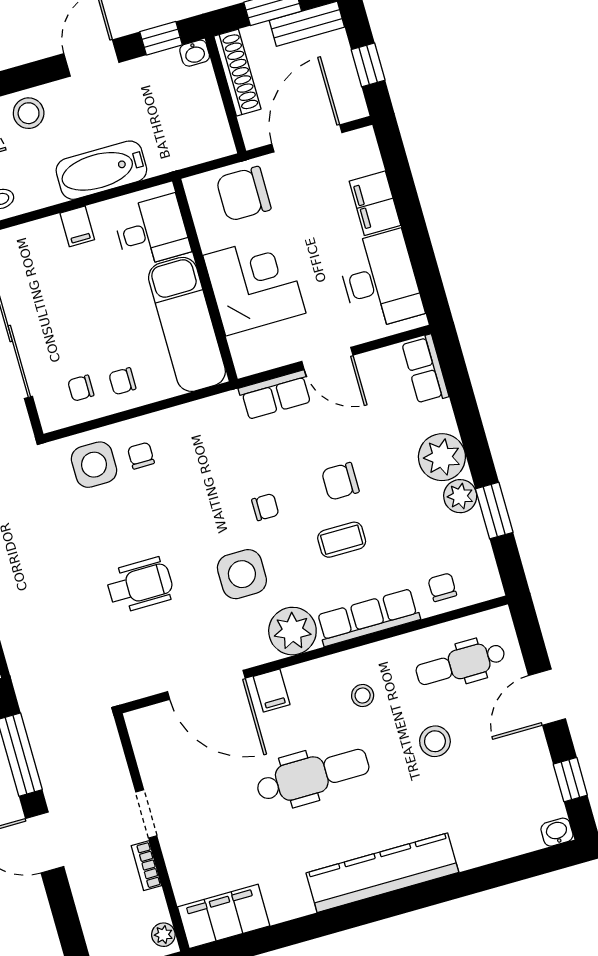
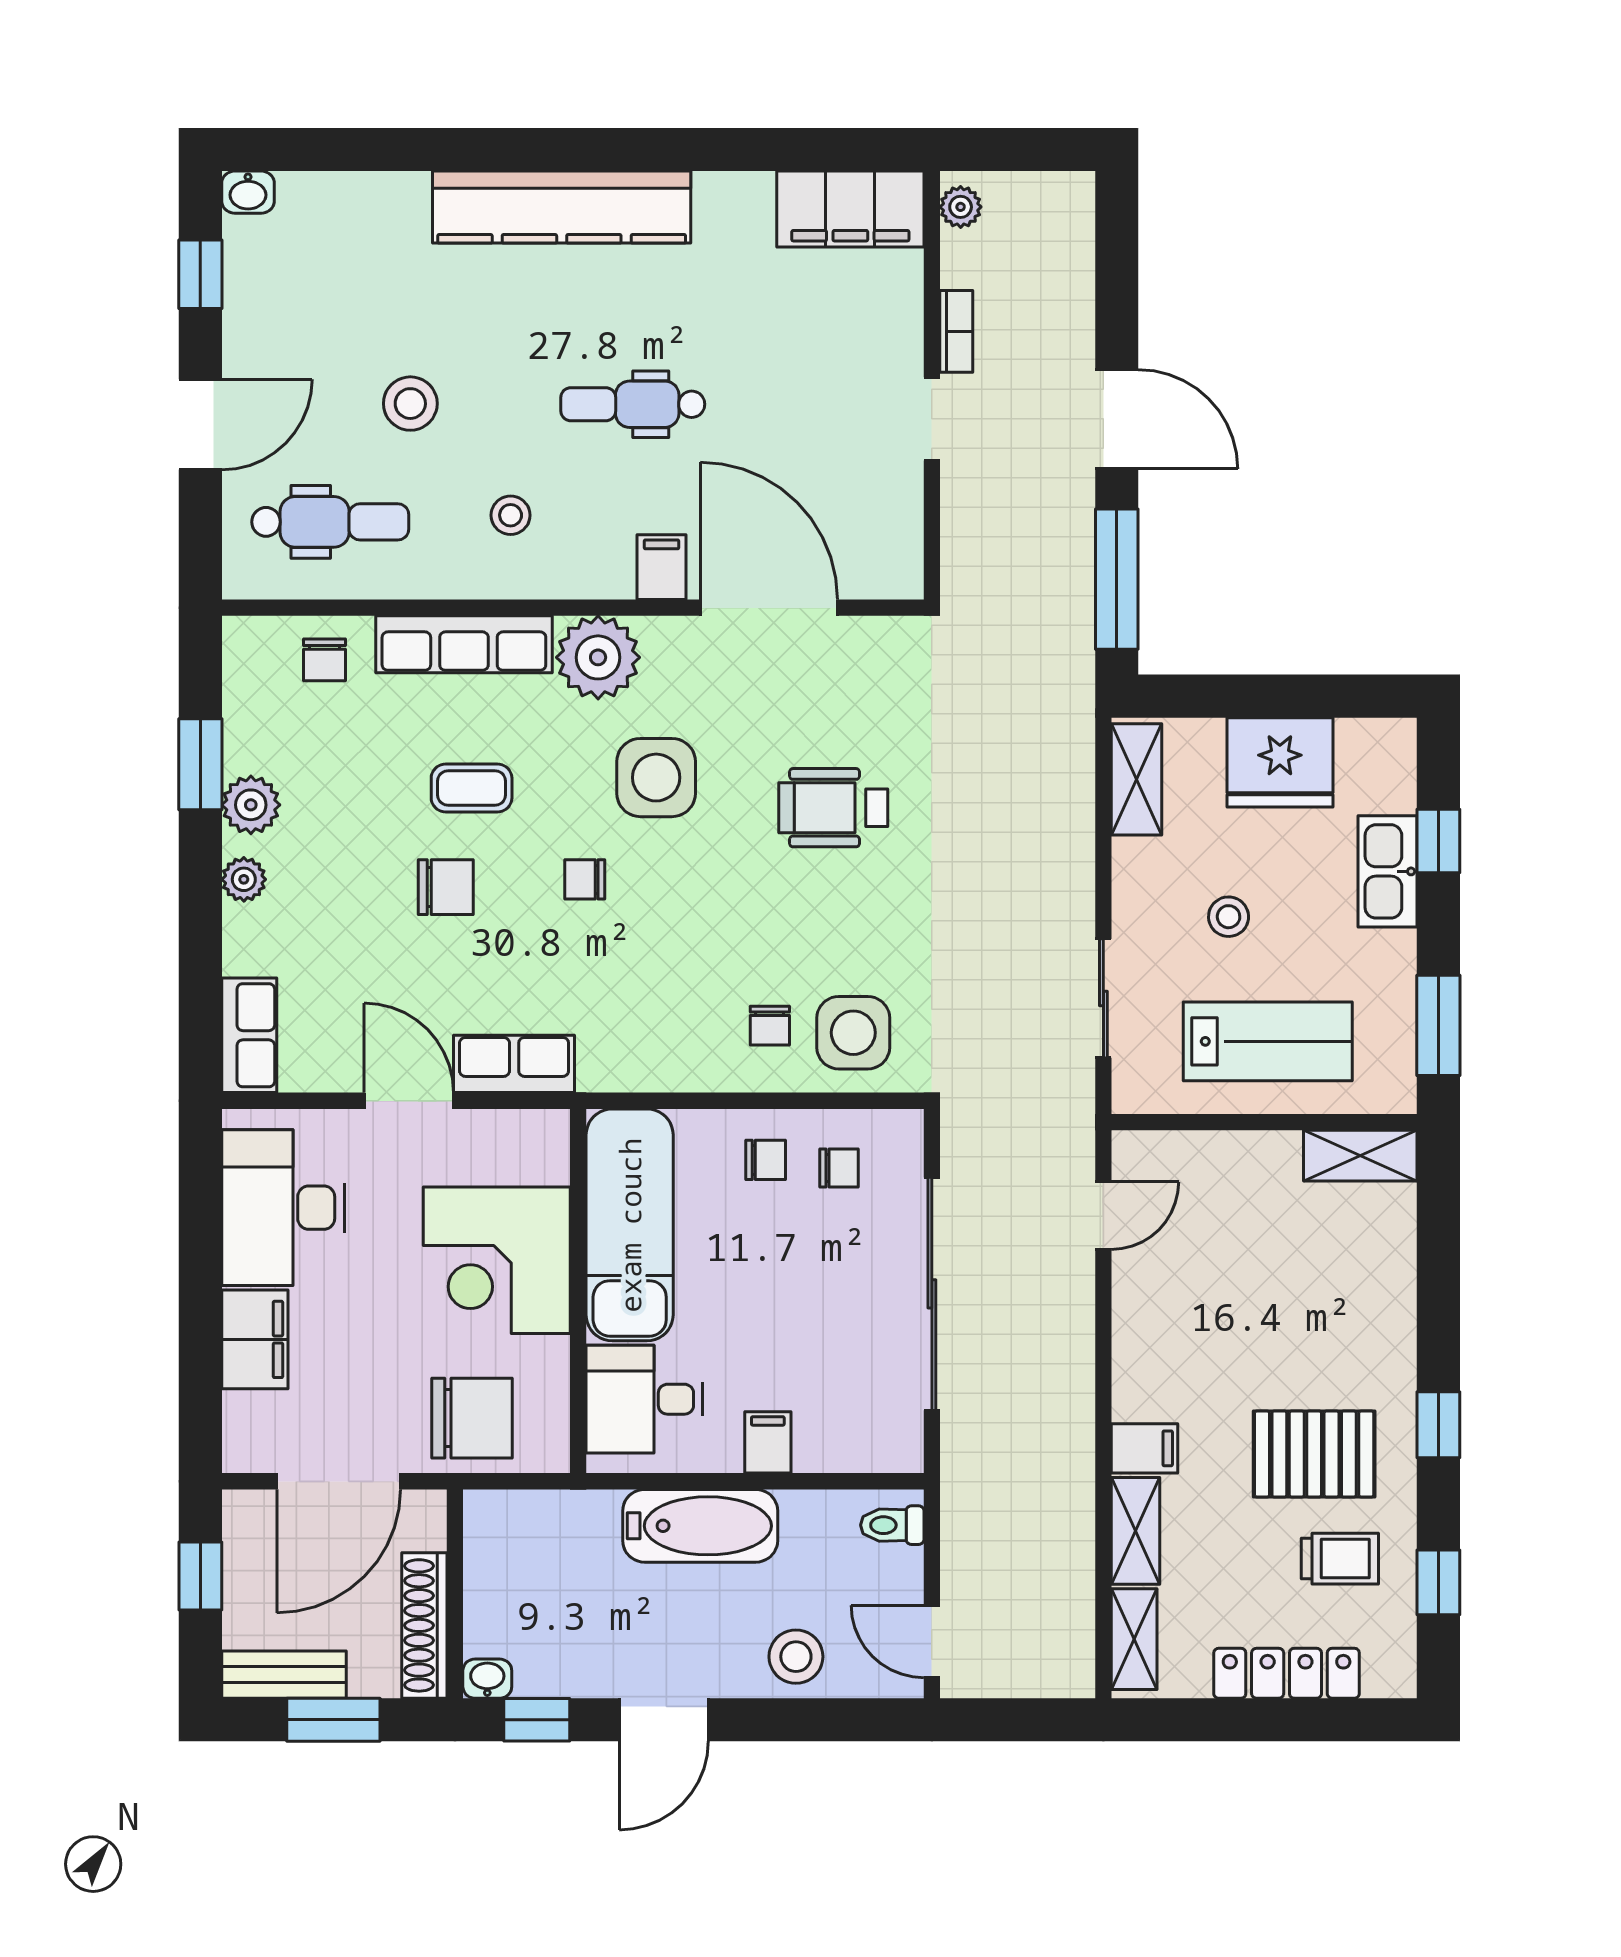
plant: (442, 457) -> (244, 879), width x0.53, depth x0.53
dental chair: (313, 775) -> (633, 404), width x0.73, depth x0.72

